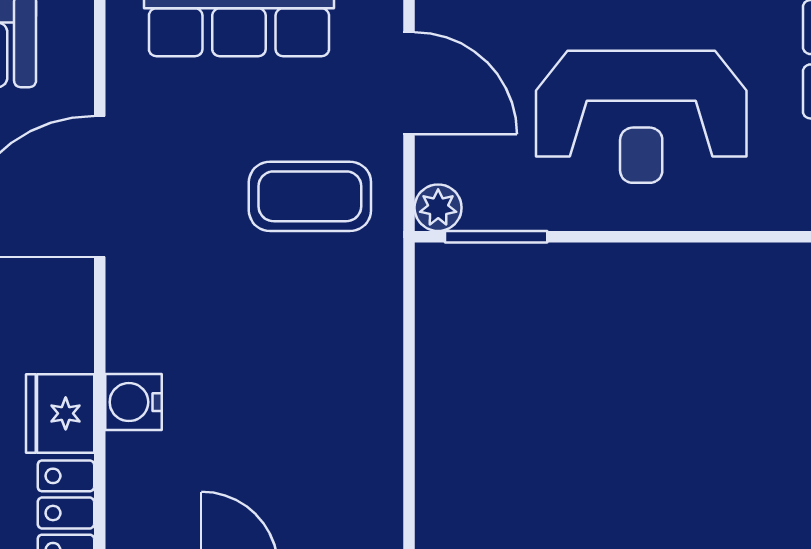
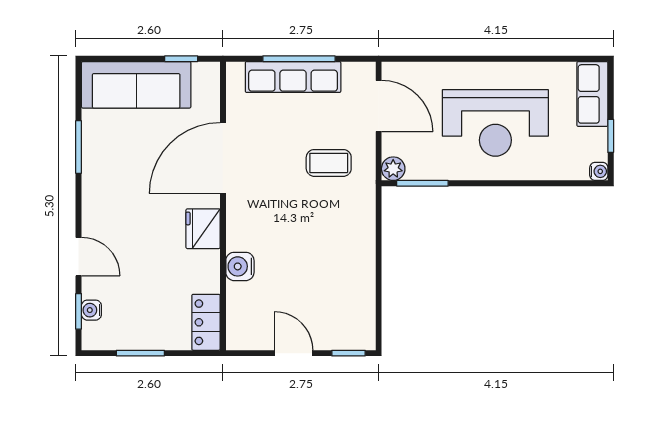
coffee table: (310, 196) -> (329, 163), width x0.73, depth x0.77
fridge: (60, 413) -> (203, 229), moved

